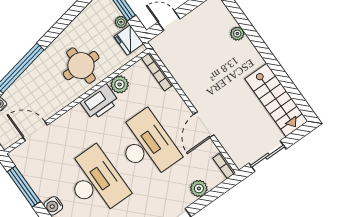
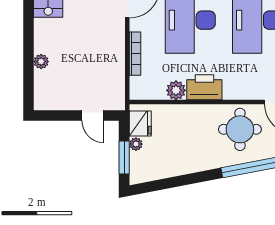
round table: (81, 66) -> (240, 129), moved
bookcase: (157, 72) -> (135, 54), moved

